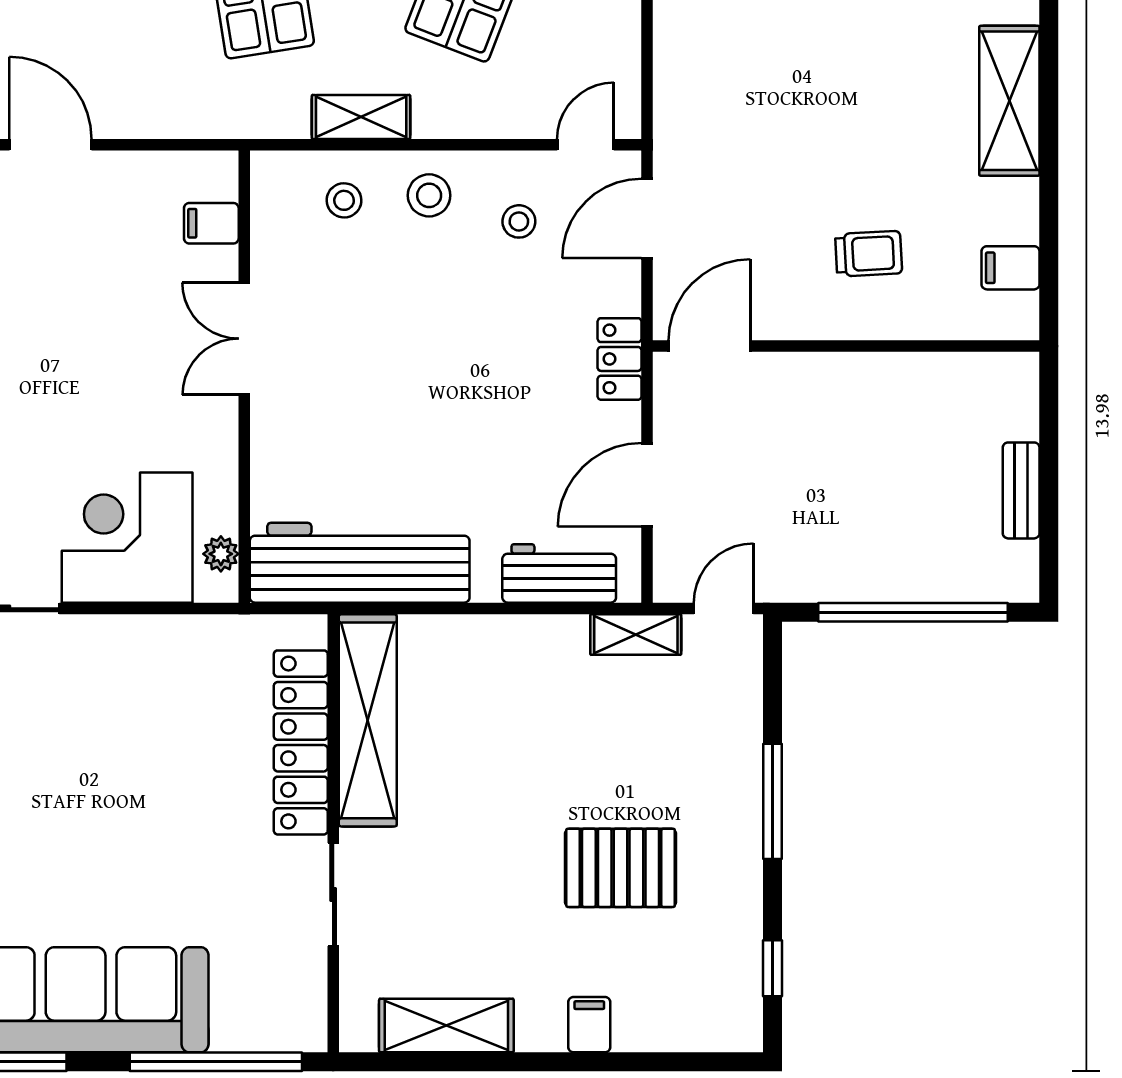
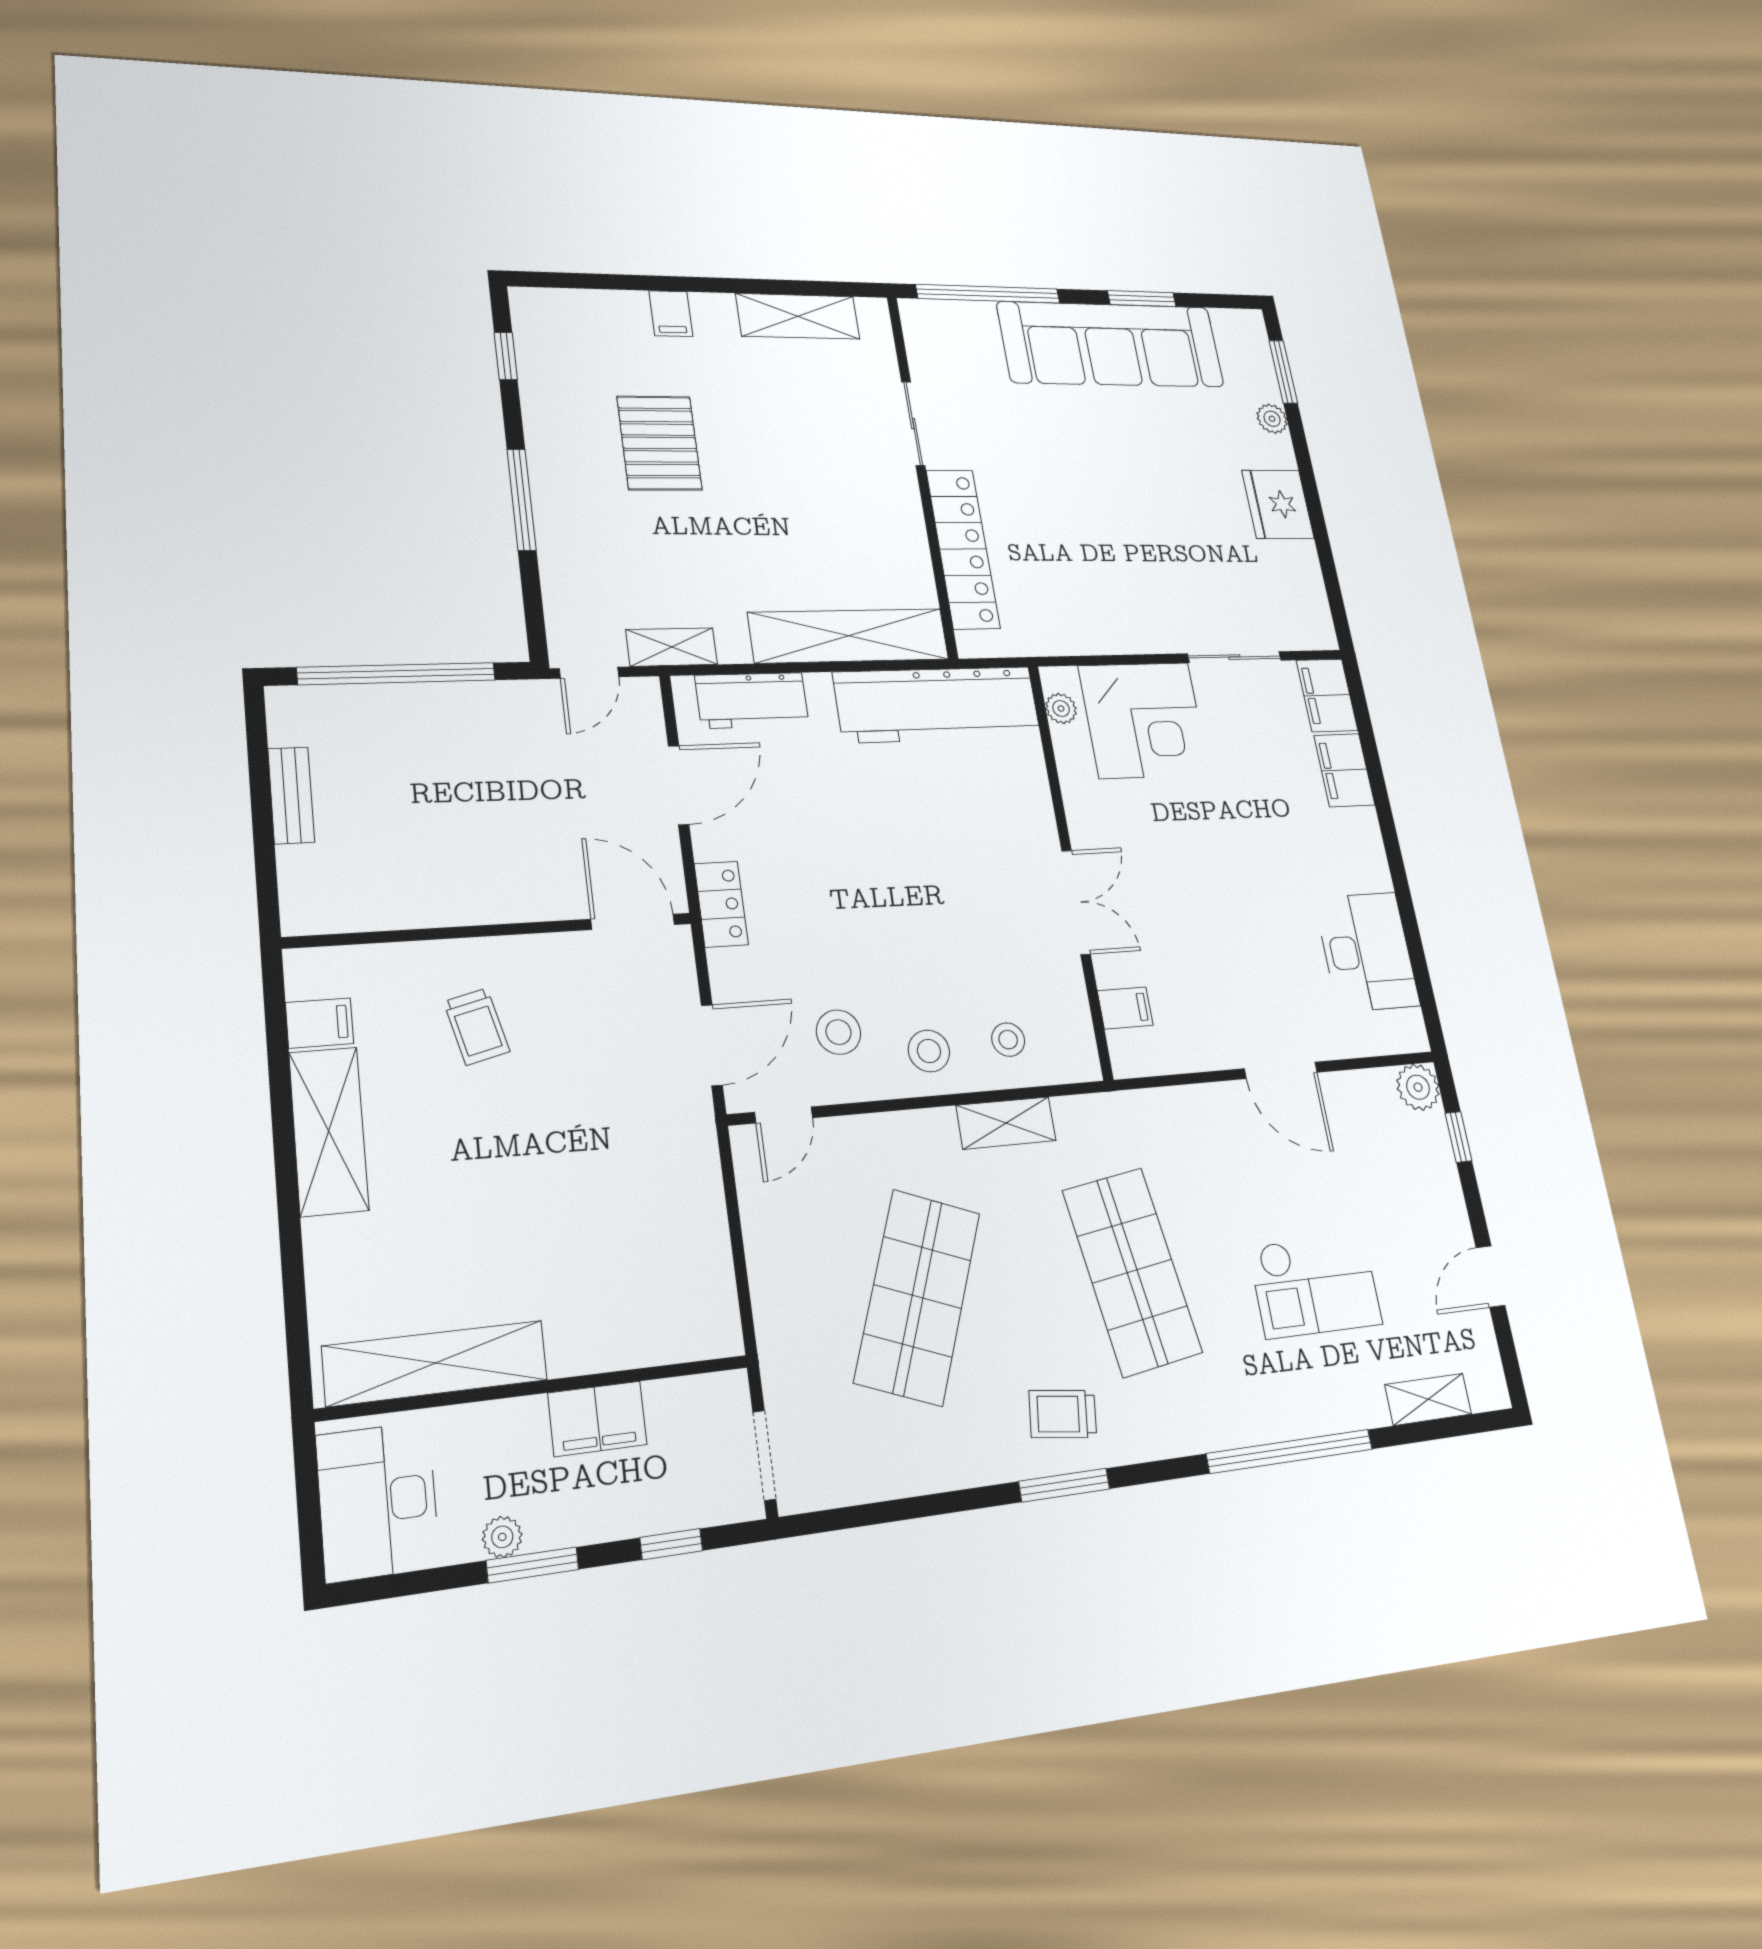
shelving: (1009, 101) -> (329, 1131), moved
stool: (519, 221) -> (839, 1032), width x1.37, depth x1.37
trolley: (869, 254) -> (477, 1027), turned -101
door: (709, 346) -> (633, 922), swing flipped
shelving: (368, 720) -> (849, 636), moved, turned 90
pallet: (621, 868) -> (659, 443), turned 90

